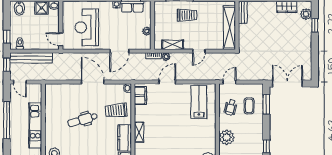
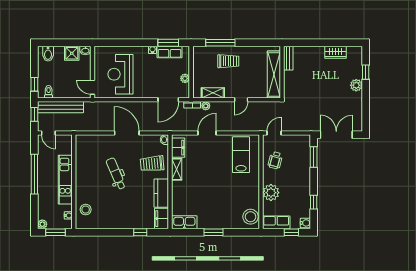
plant: (306, 14) -> (356, 85), moved
door: (119, 51) -> (168, 100), moved
coffee table: (249, 106) -> (295, 159), removed
dental chair: (83, 120) -> (116, 174), turned 83
shelving: (139, 132) -> (177, 169), moved

